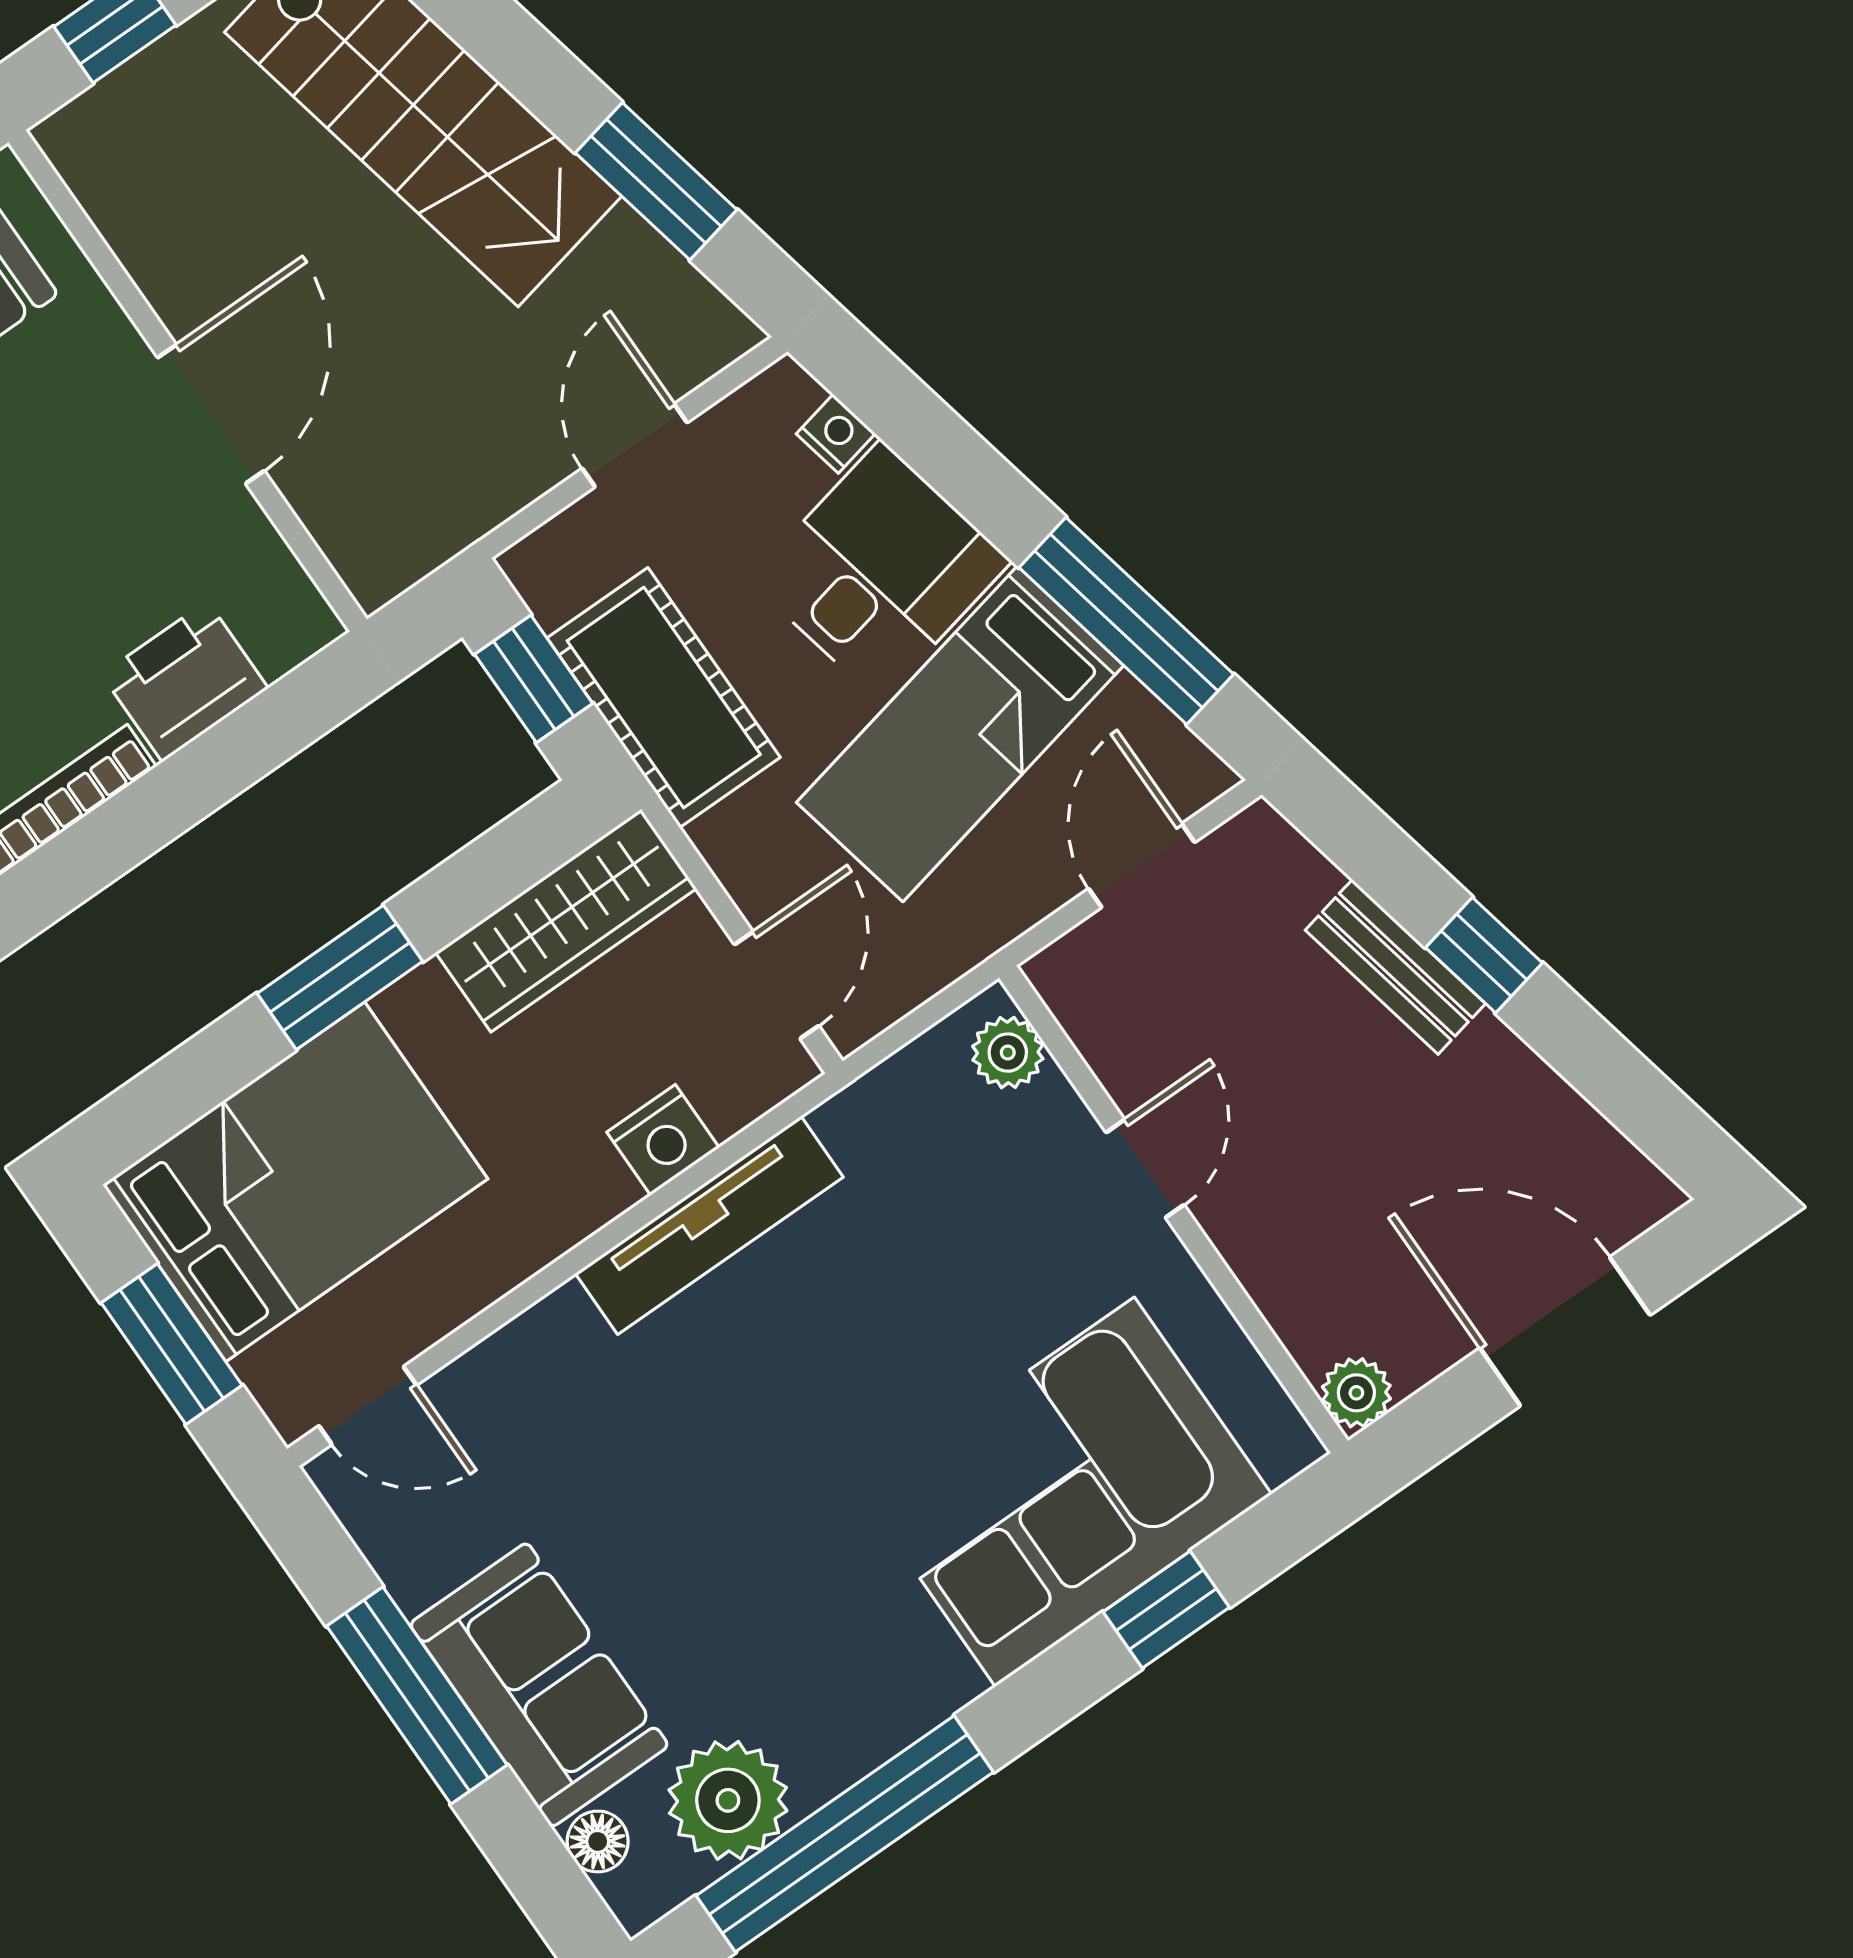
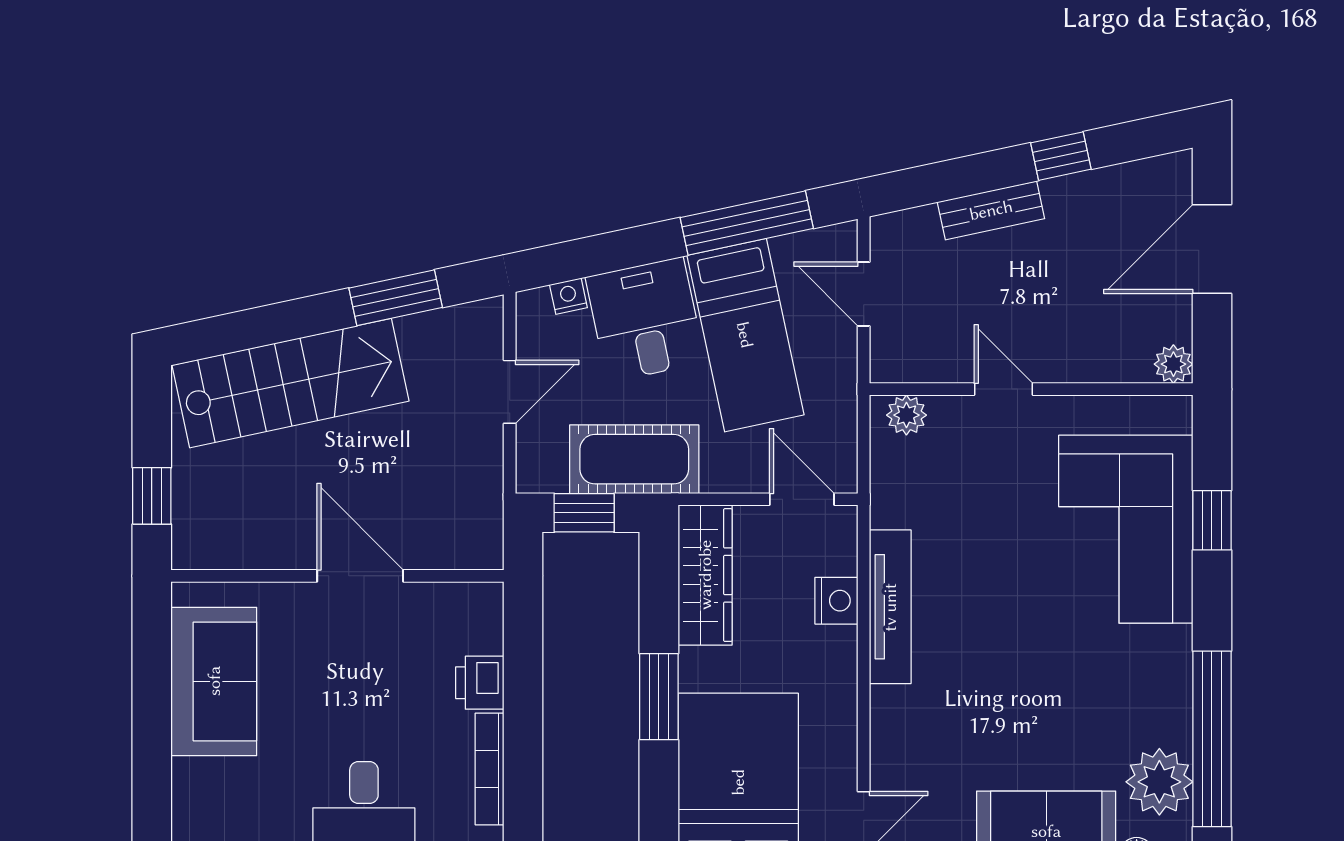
door: (635, 445) -> (510, 392), swing flipped
printer: (185, 681) -> (480, 683), width x0.73, depth x0.81
window: (1484, 955) -> (1061, 156), moved

